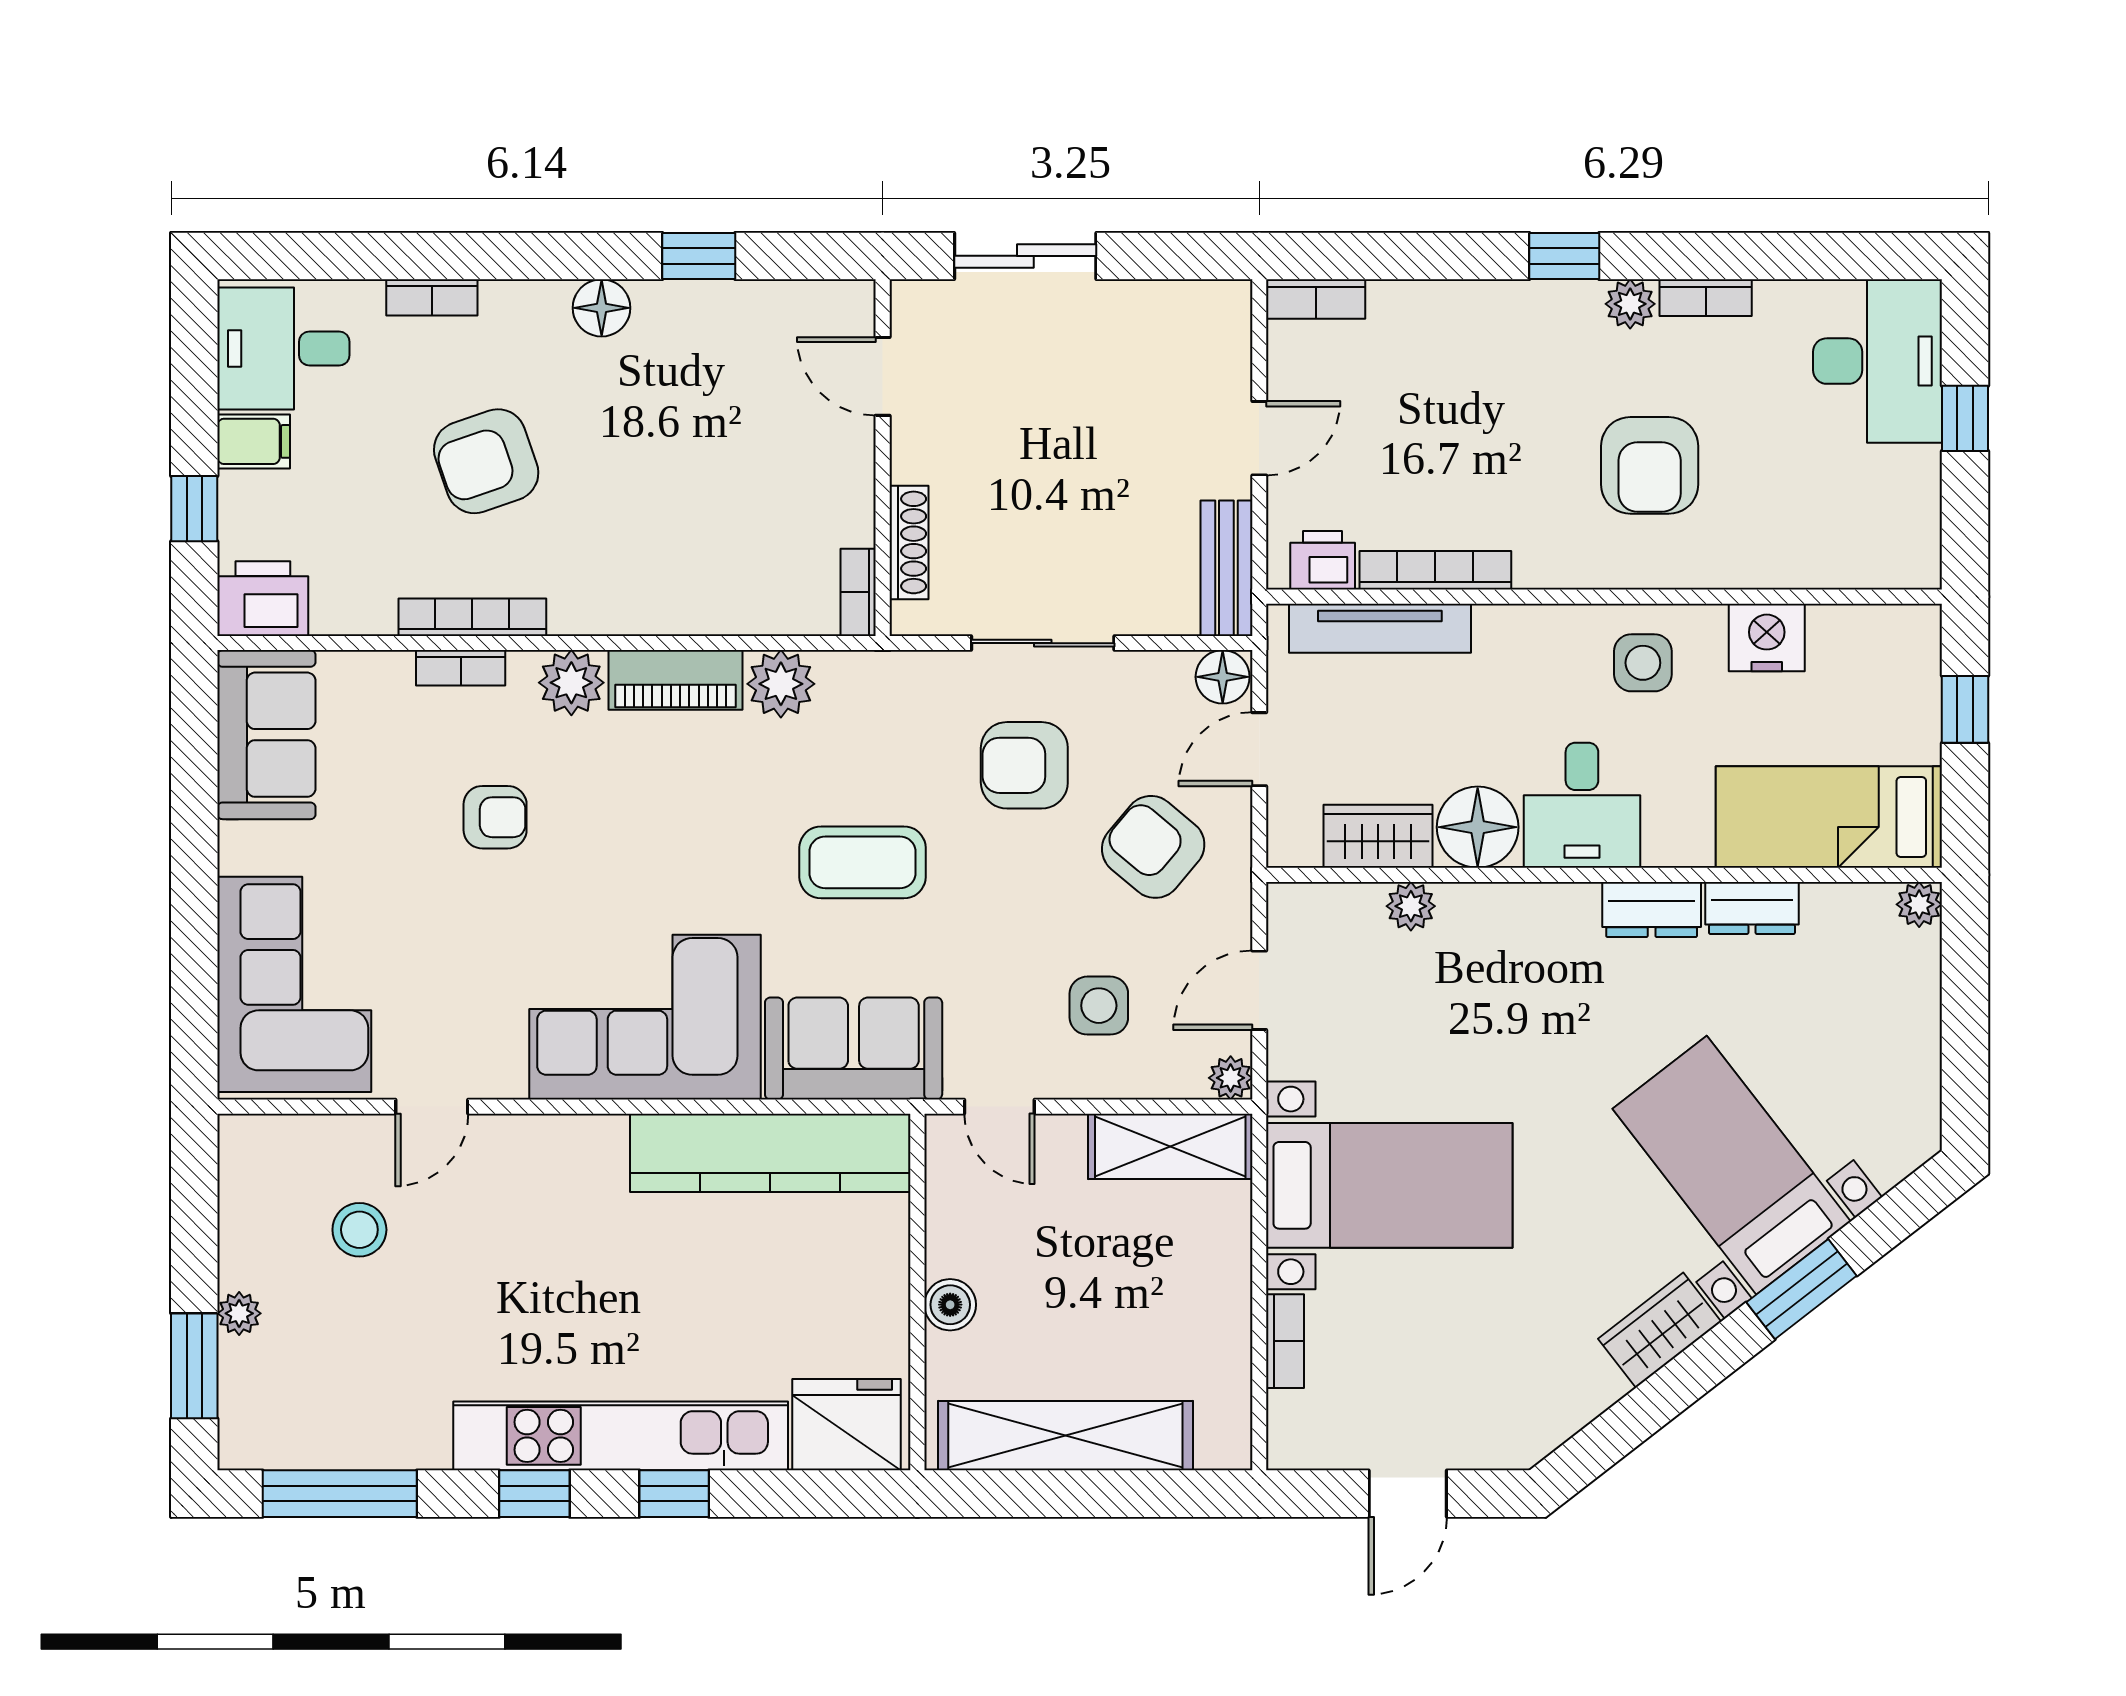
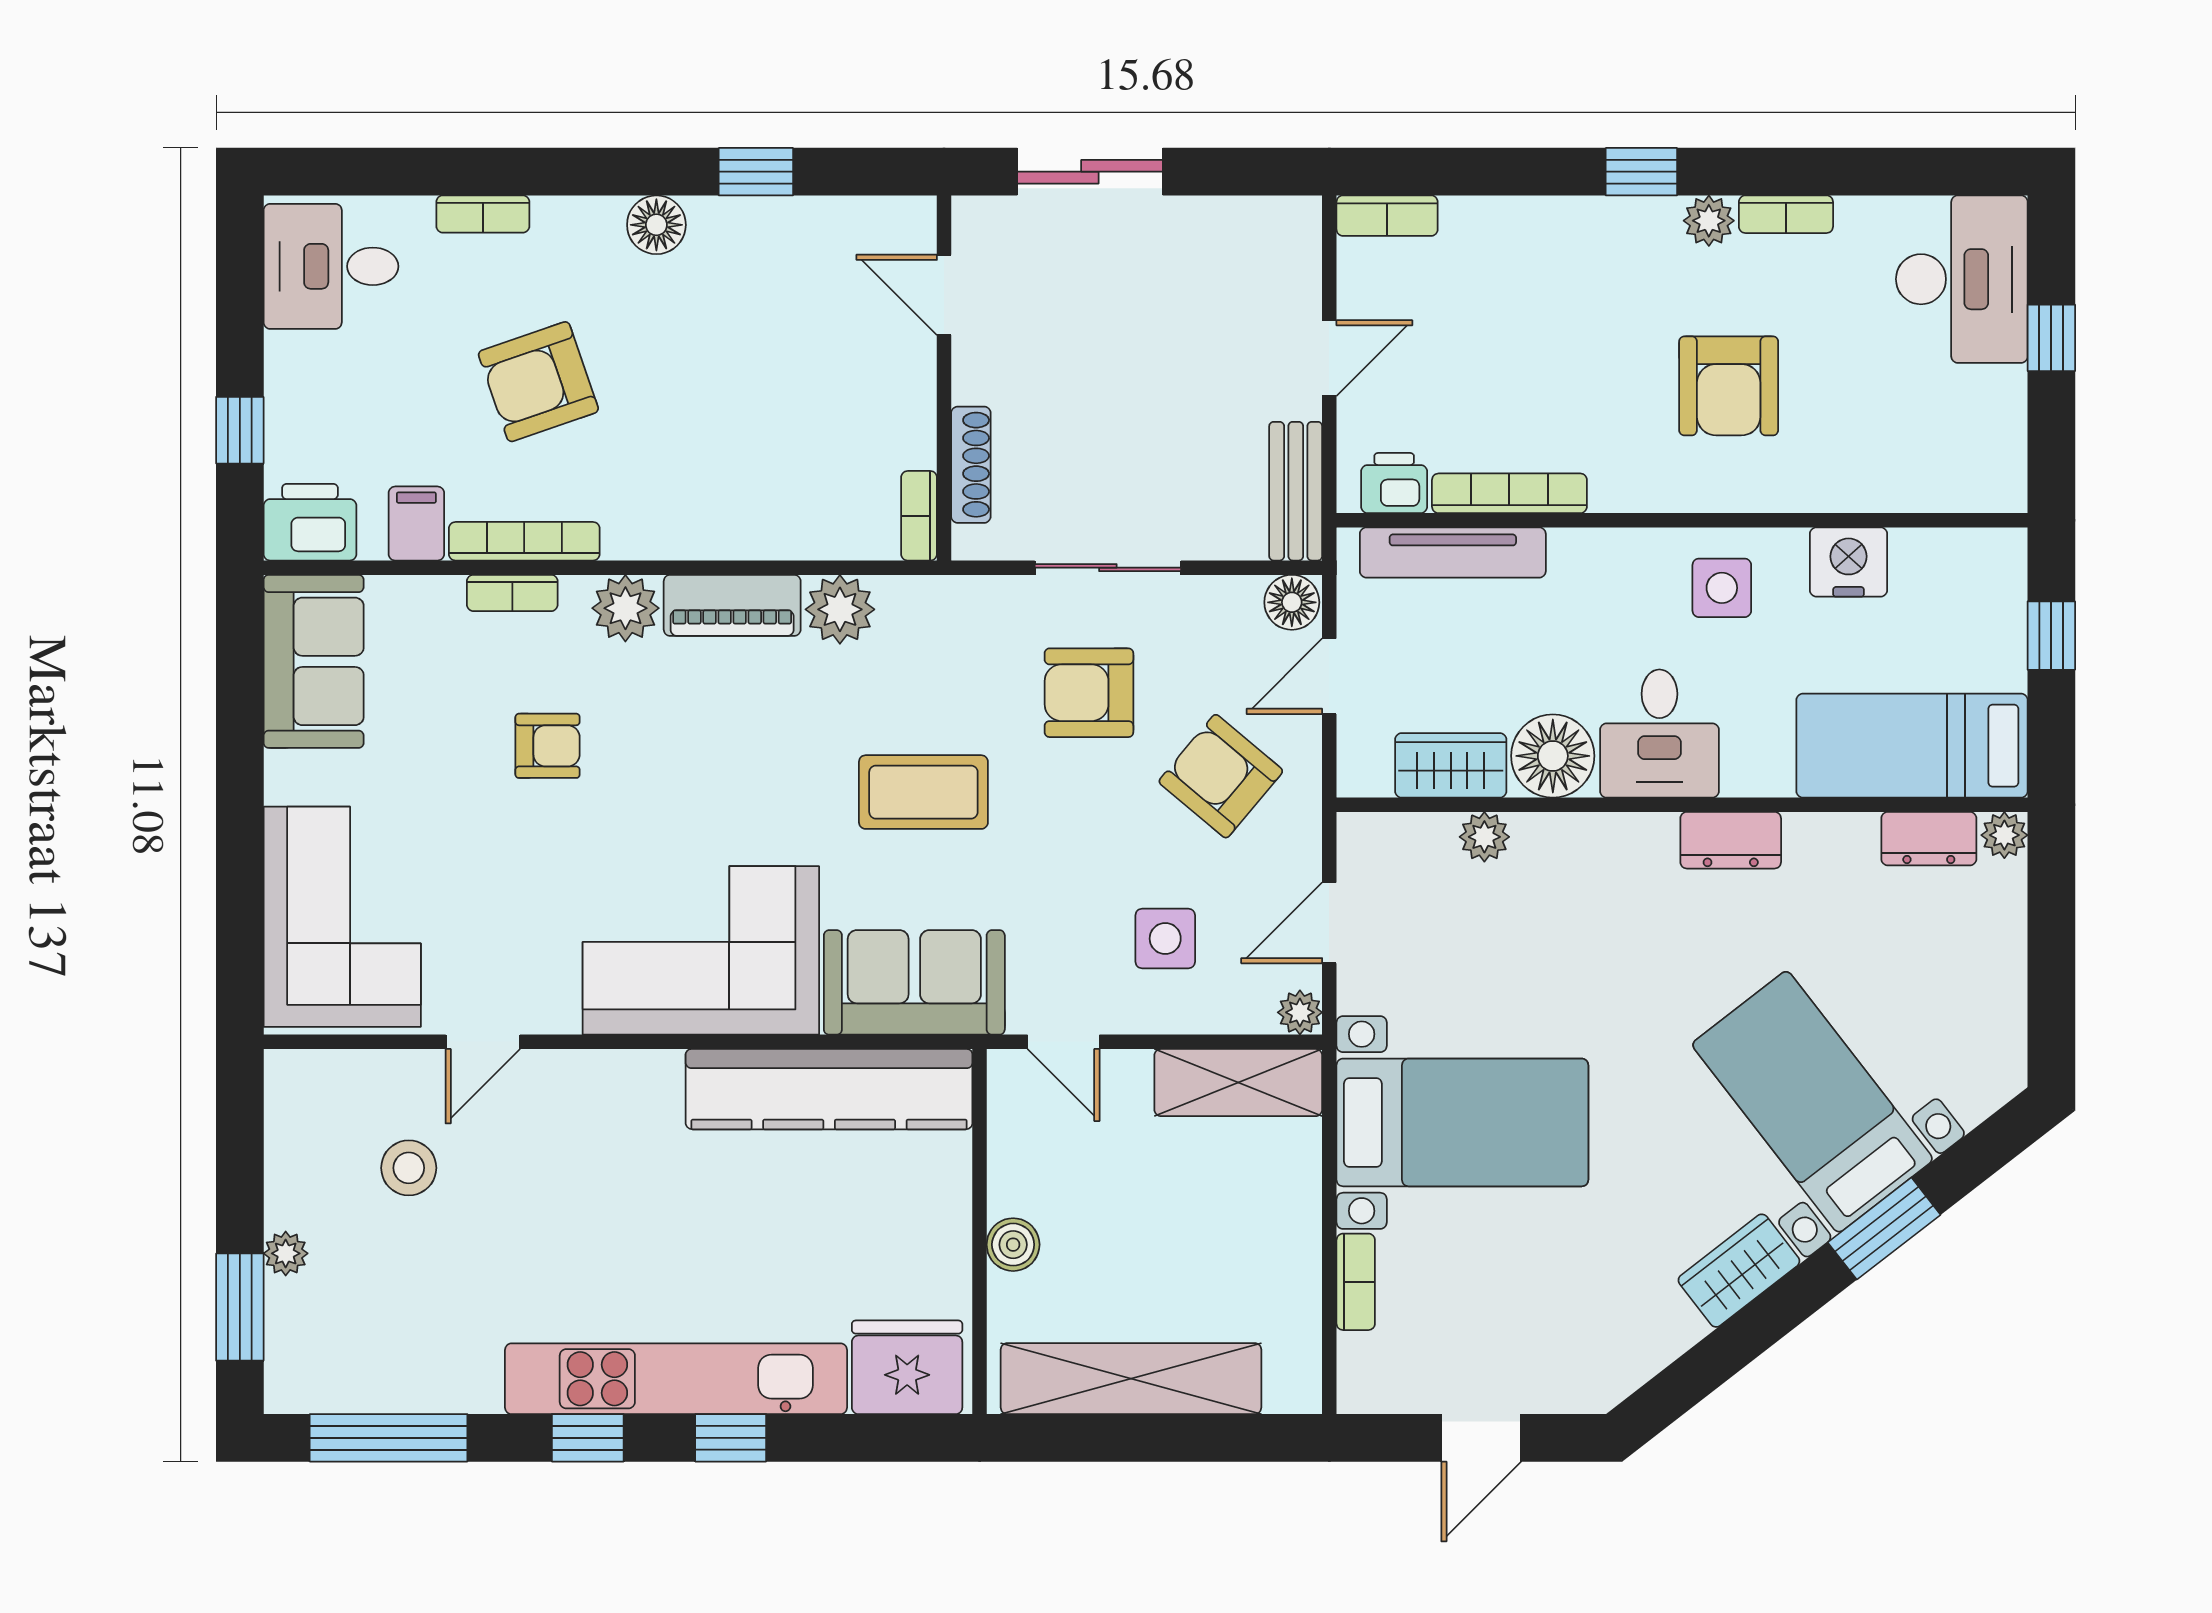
filing cabinet: (254, 441) -> (416, 524), moved, turned -90
dresser: (1752, 908) -> (1929, 839), moved

